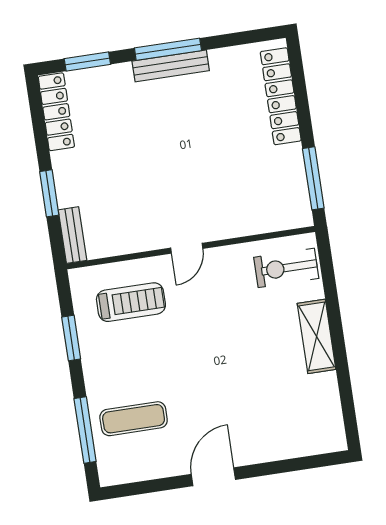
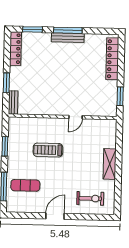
window: (313, 178) -> (120, 96), width x0.69
door: (187, 248) -> (75, 117), moved
exercise bike: (286, 268) -> (90, 198), moved, turned 180
treadmill: (131, 302) -> (48, 150), moved, turned 180

